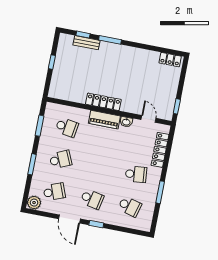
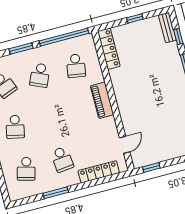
bench: (86, 43) -> (167, 28), moved
locker: (103, 102) -> (109, 49), moved
washbasin: (126, 122) -> (111, 124), removed
window: (39, 126) -> (64, 37), width x2.11
school desk: (61, 160) -> (40, 75), turned 48

